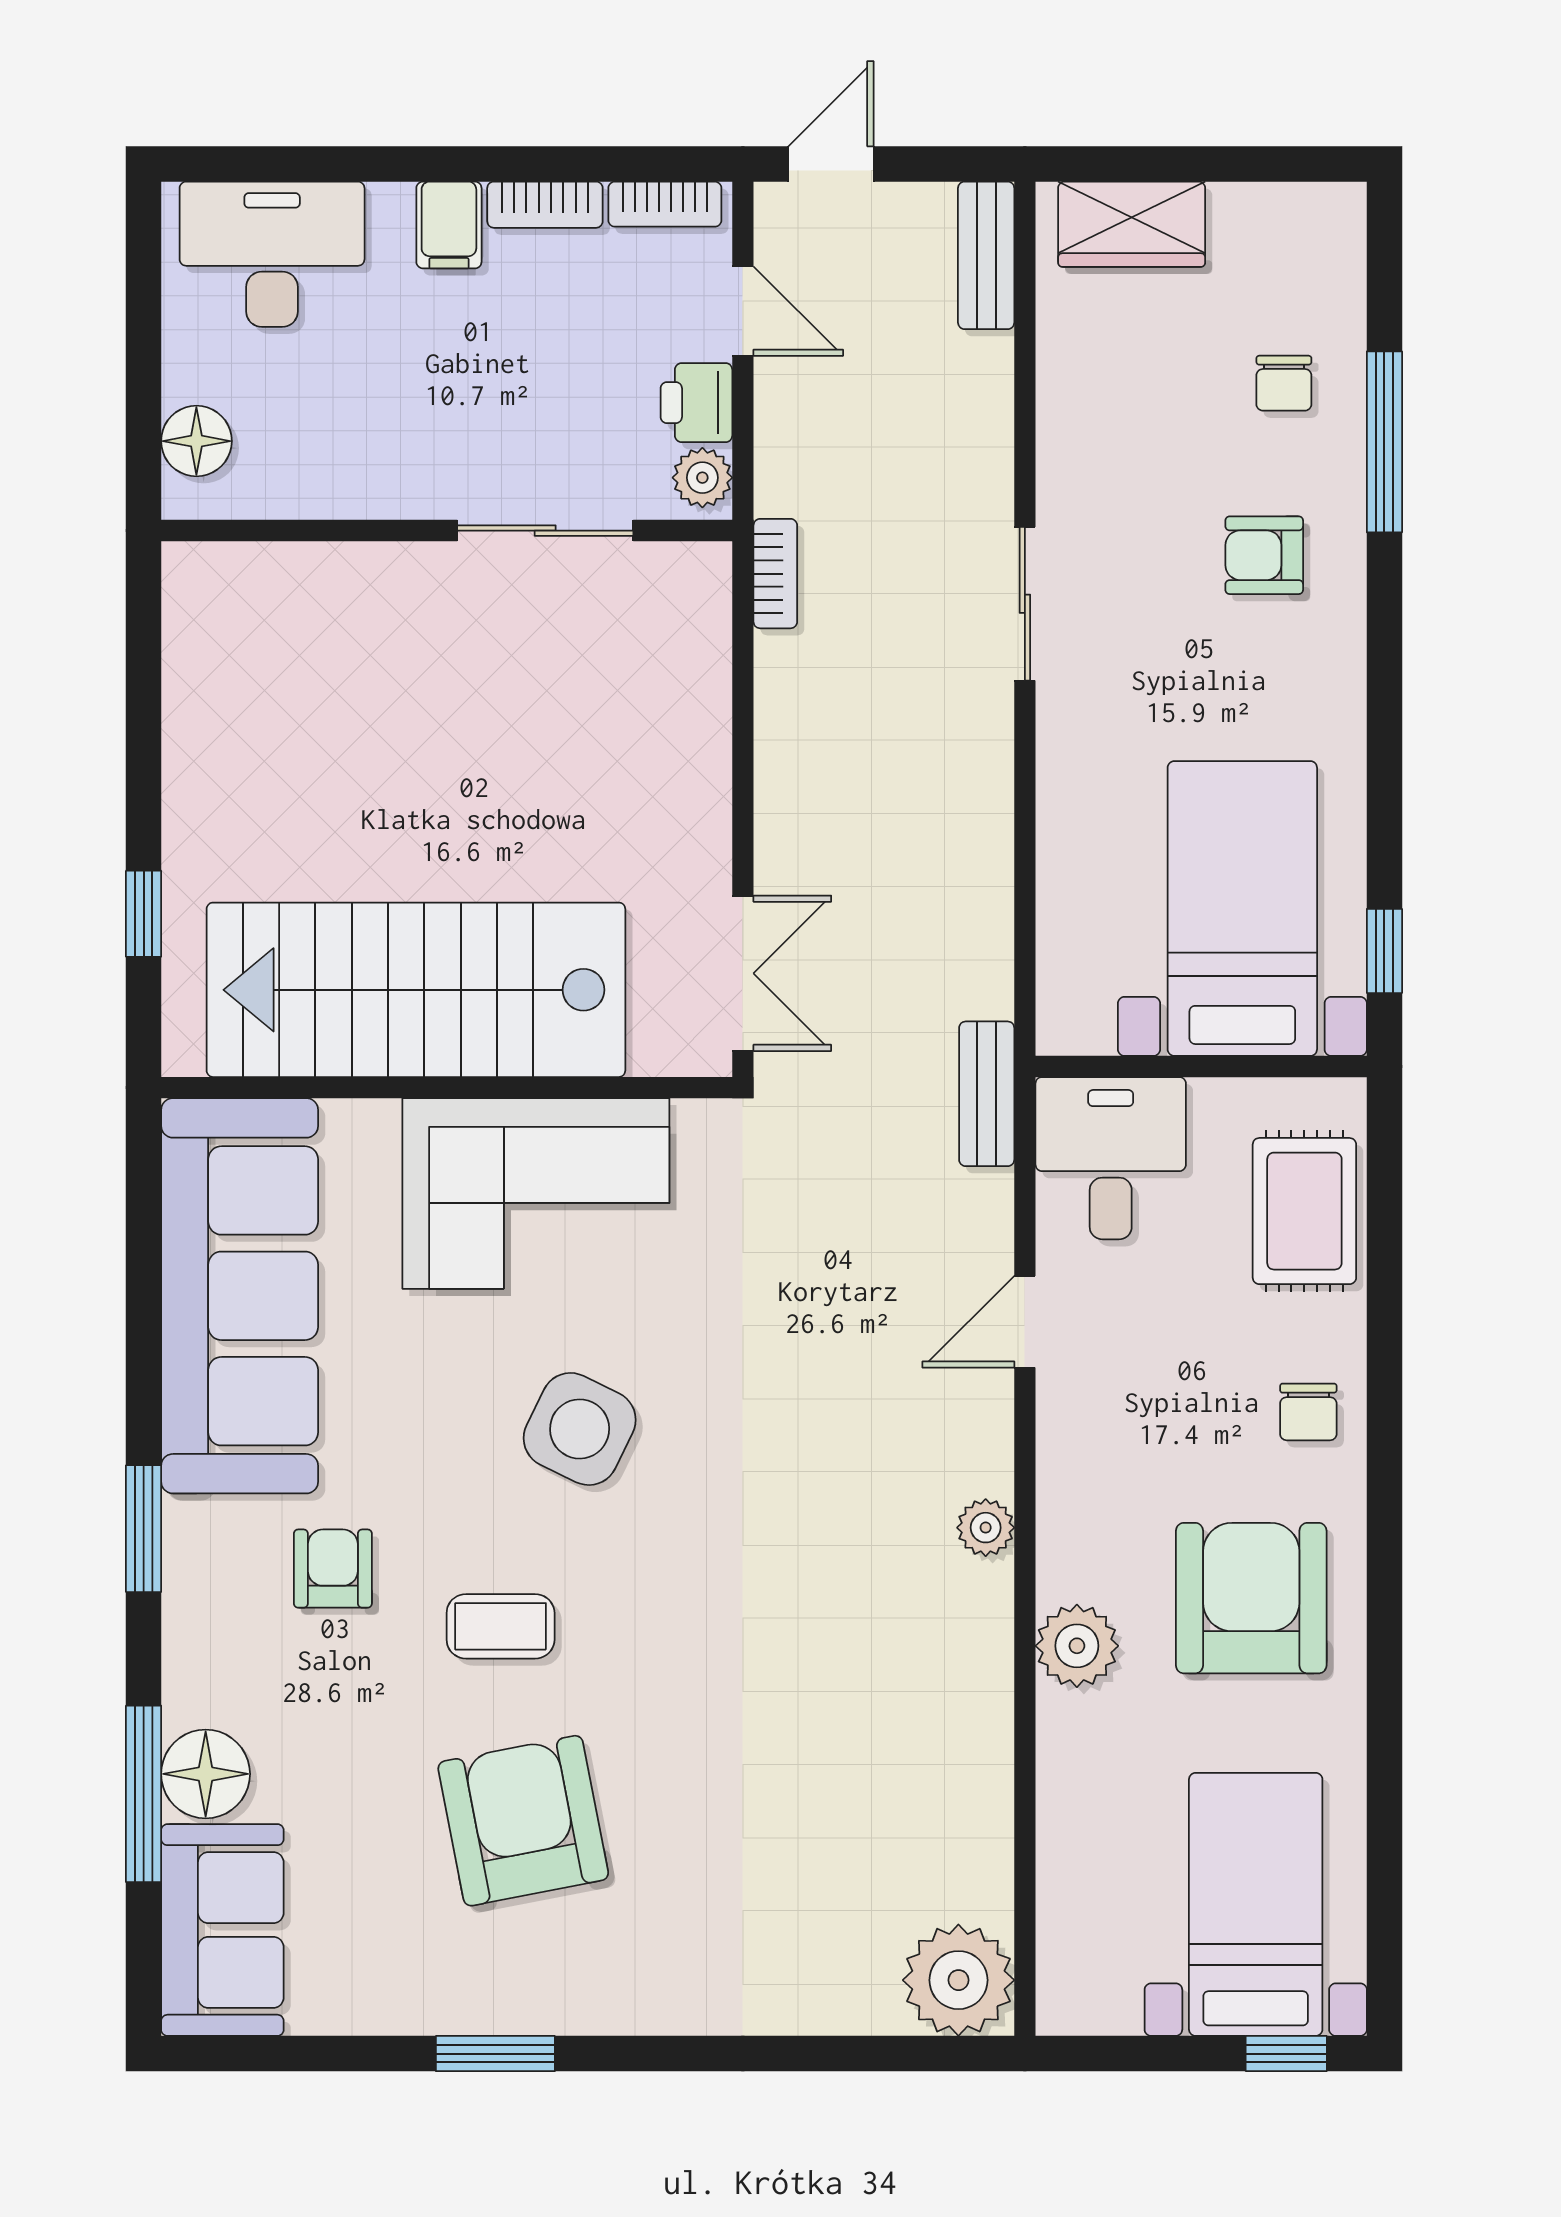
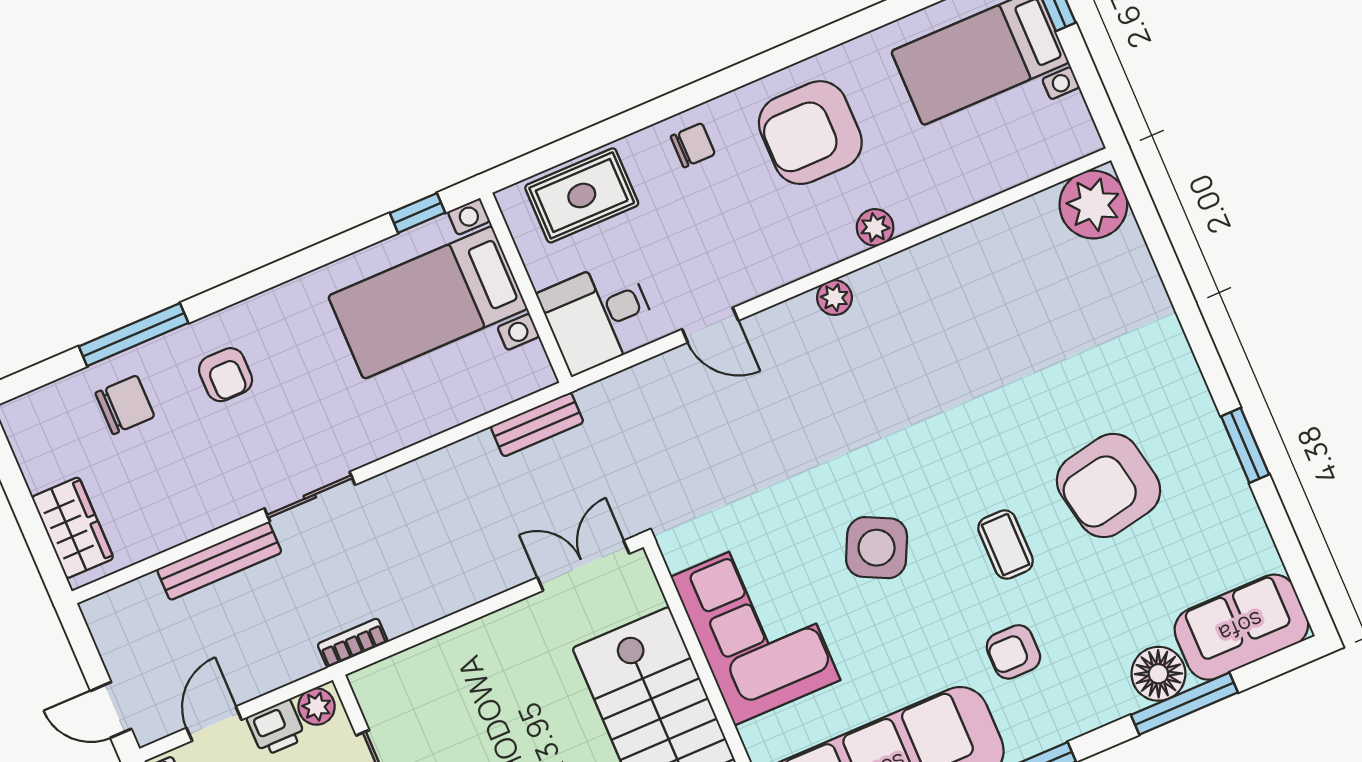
bench: (986, 255) -> (219, 561), moved, width x1.36
chair: (1284, 383) -> (125, 405), width x1.37, depth x1.37
bench: (987, 1094) -> (537, 424), moved
plant: (1077, 1646) -> (875, 227), width x0.73, depth x0.73

